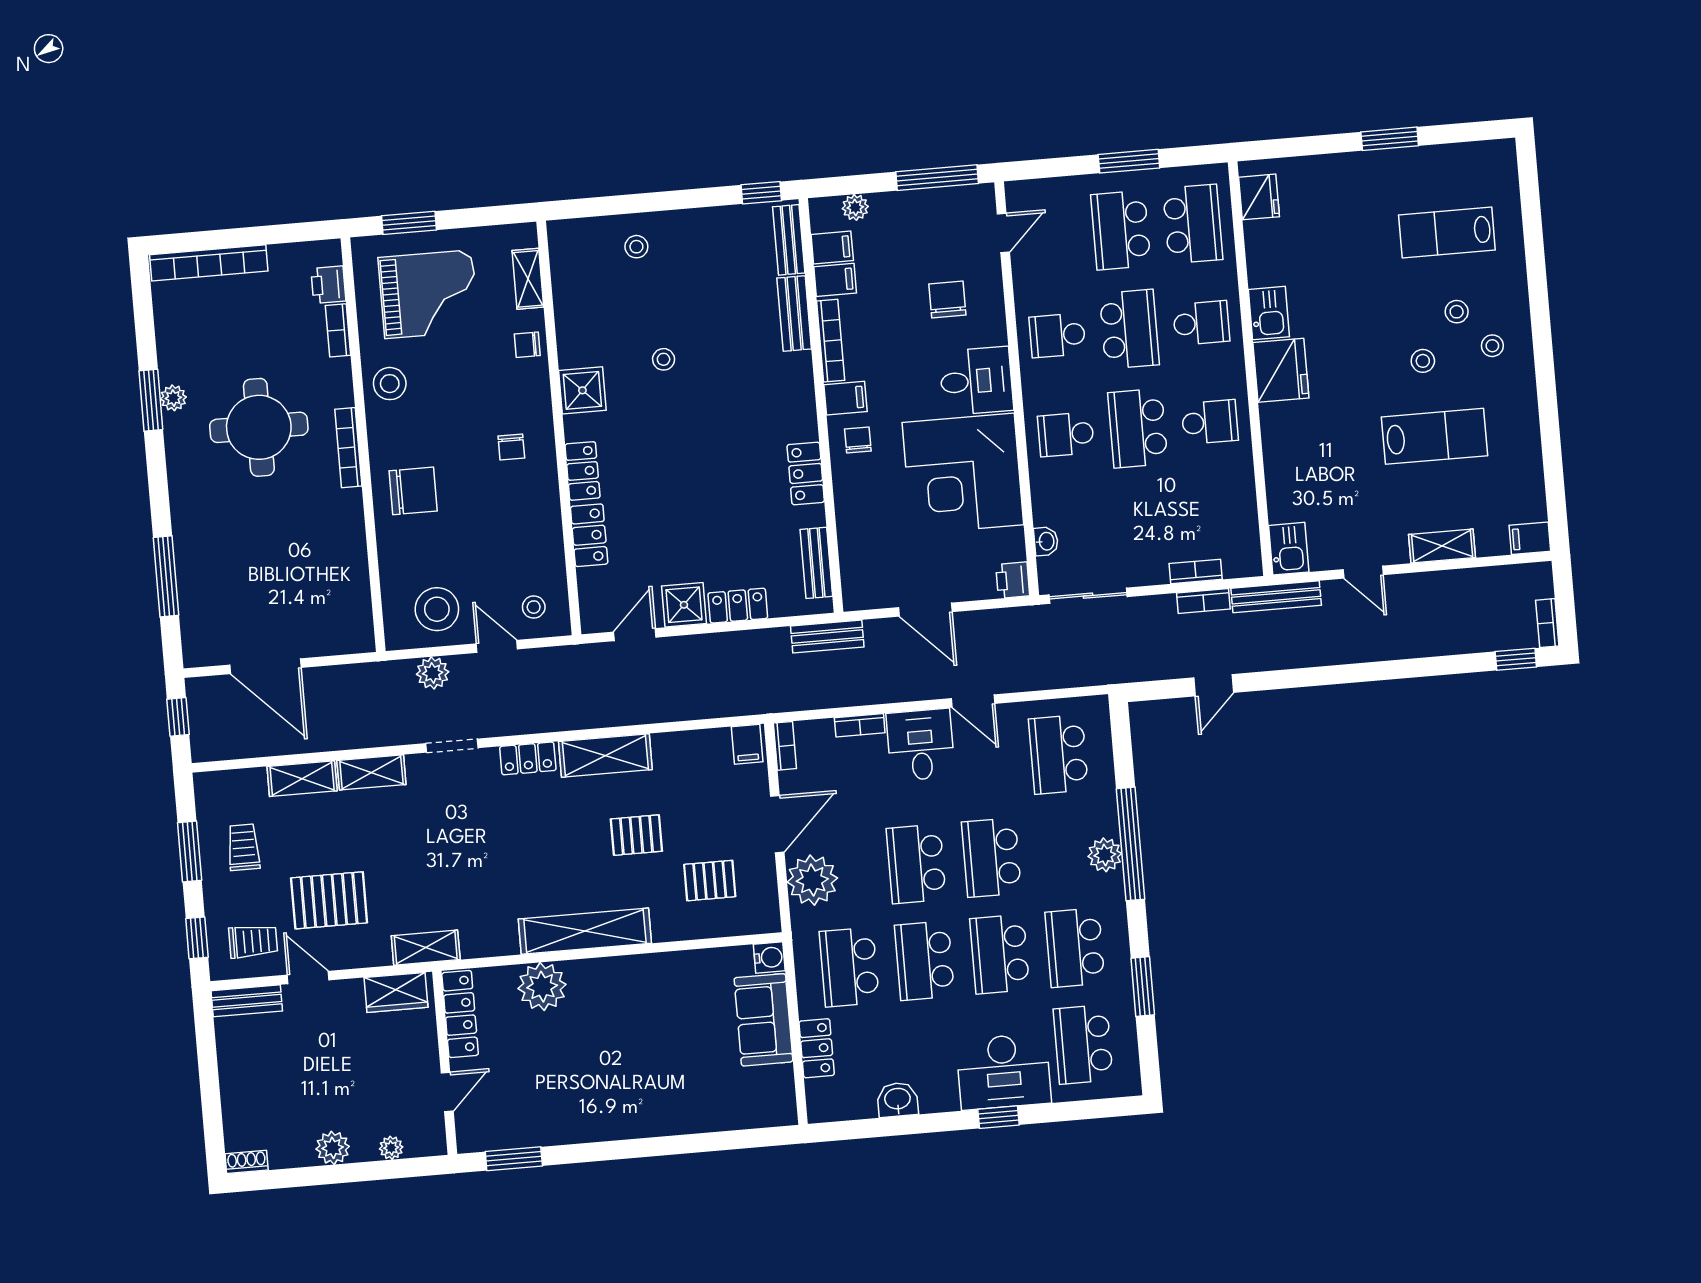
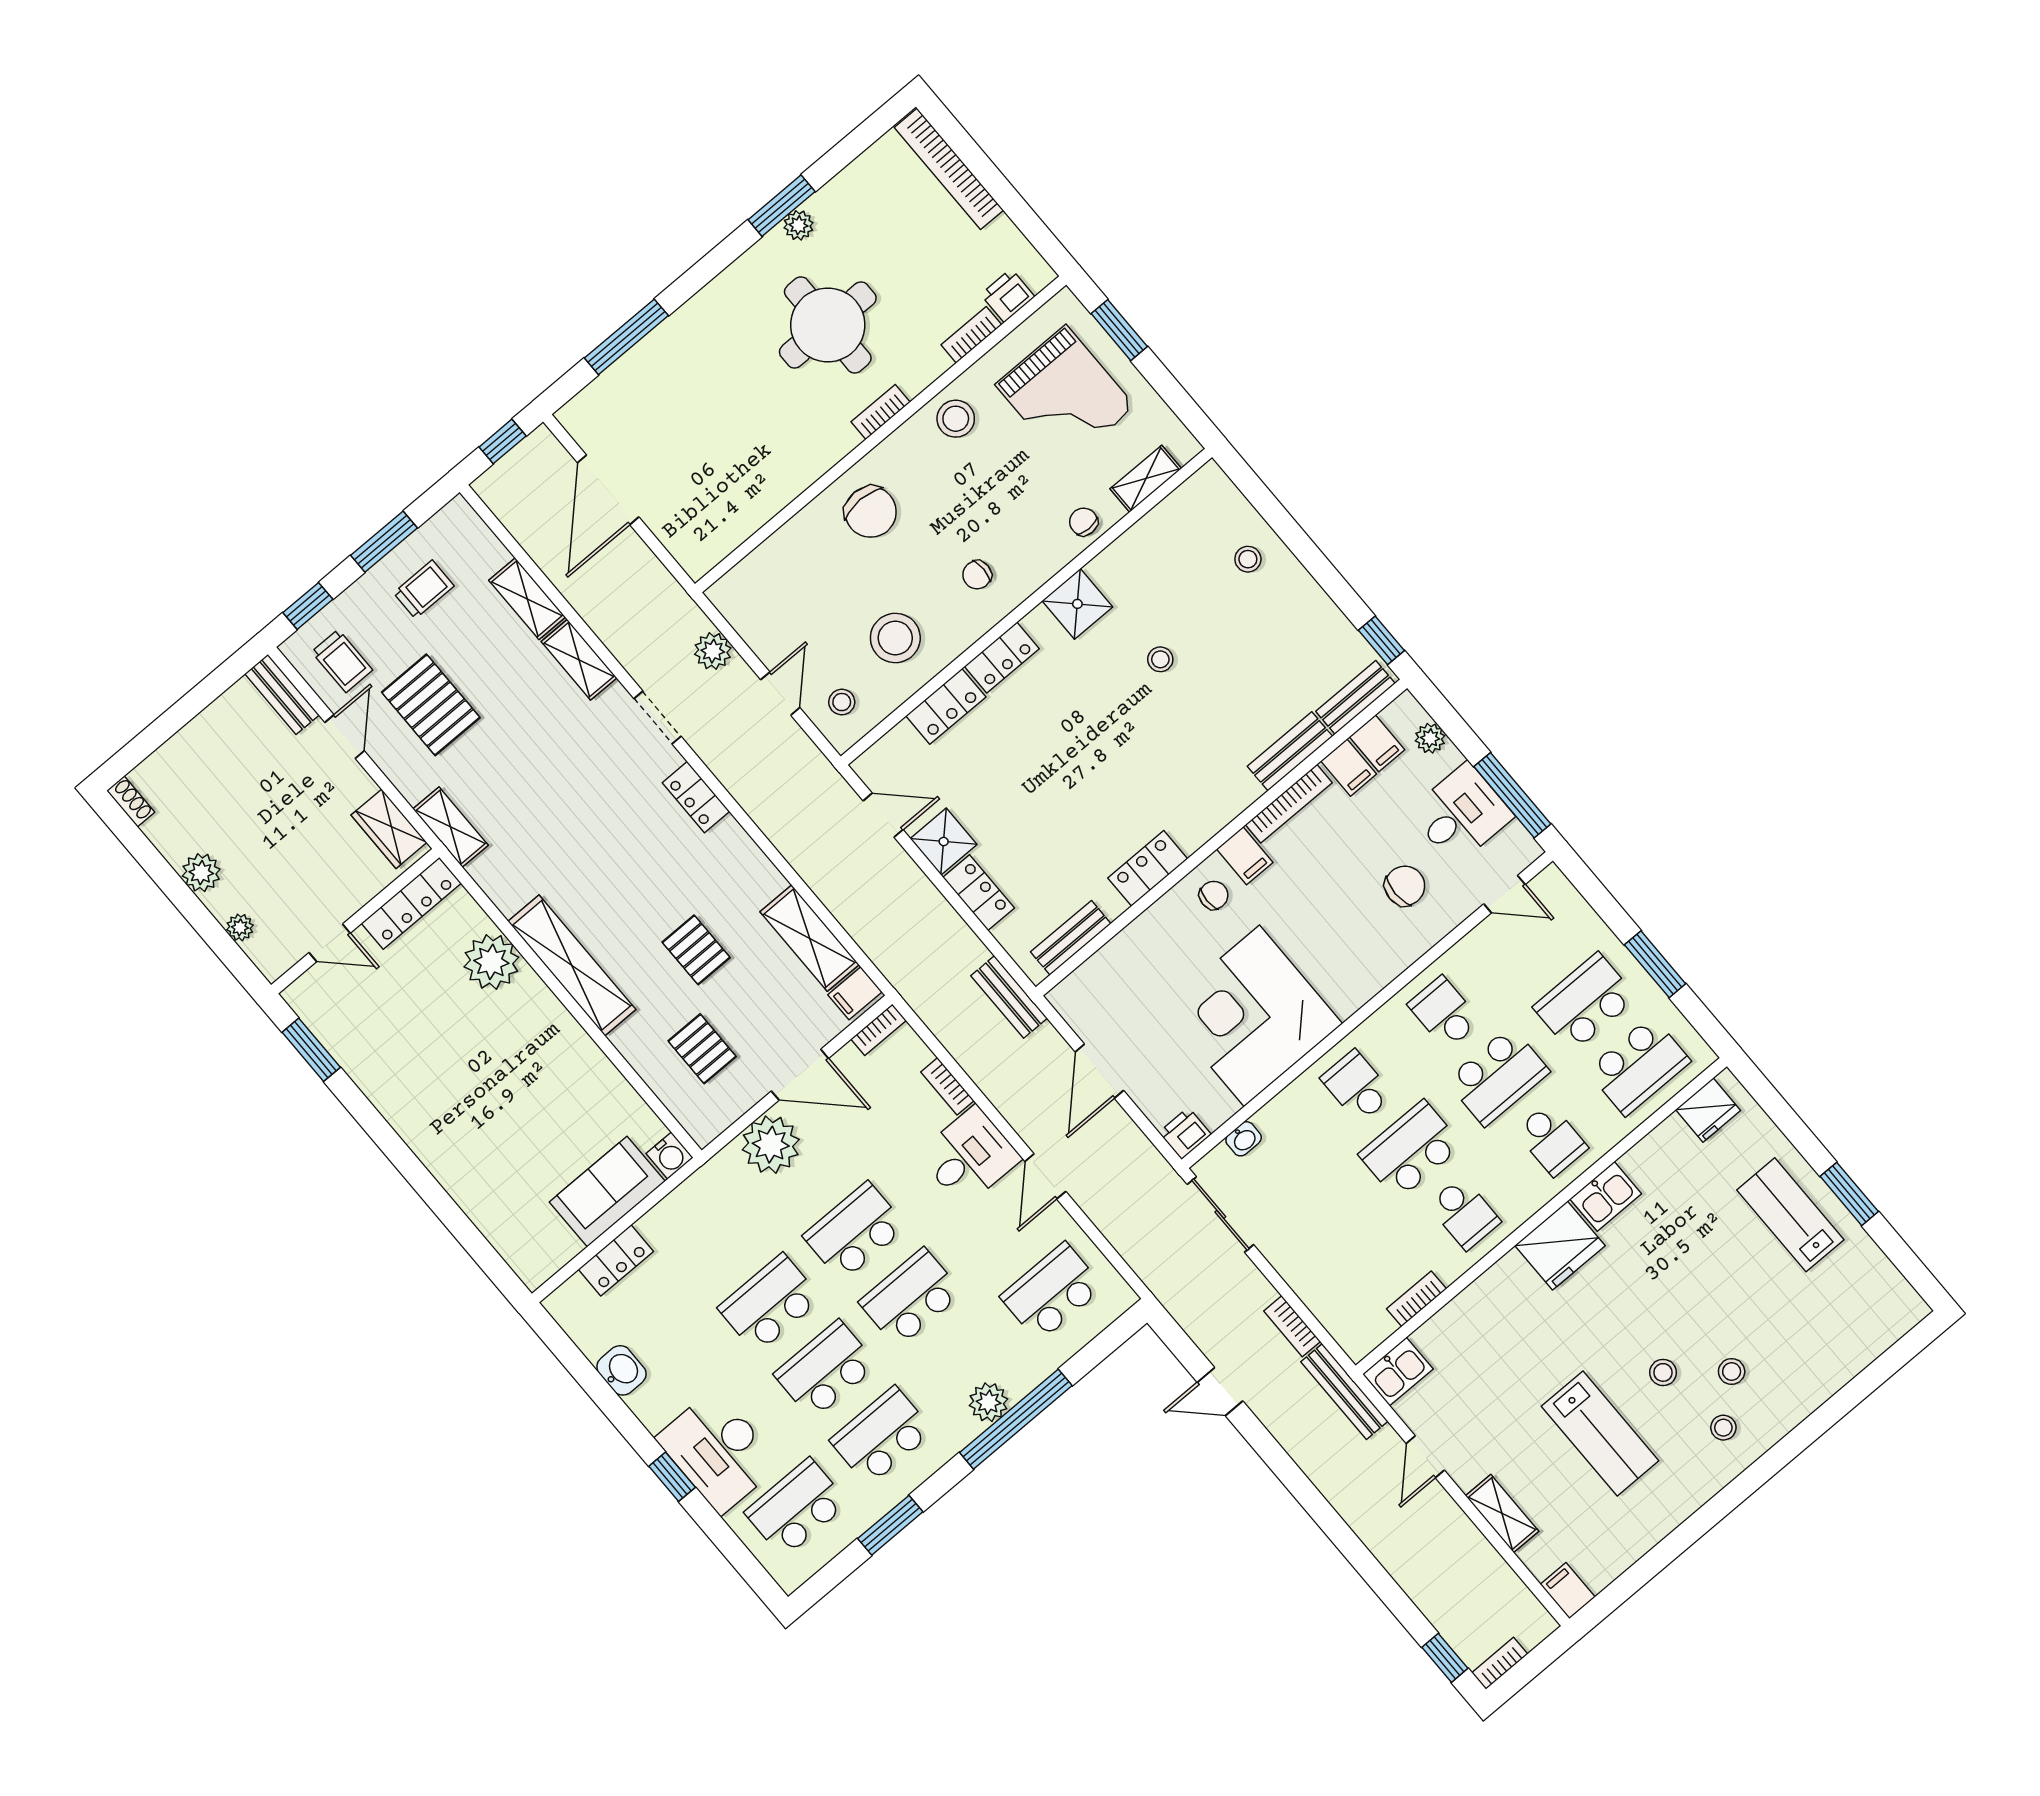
lab bench: (1447, 232) -> (1790, 1215), moved
desk: (976, 381) -> (1461, 814), moved, turned -90
bookcase: (348, 448) -> (881, 412), width x0.64
bookcase: (1196, 571) -> (1416, 1299), moved, turned -90
stool: (437, 609) -> (895, 638), moved
shelving: (605, 756) -> (809, 938), moved
school desk: (849, 967) -> (714, 1237), removed

